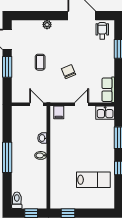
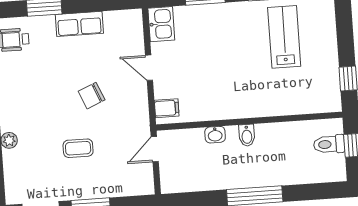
row of seats: (108, 90) -> (79, 24), moved
toilet: (17, 200) -> (329, 144), moved

